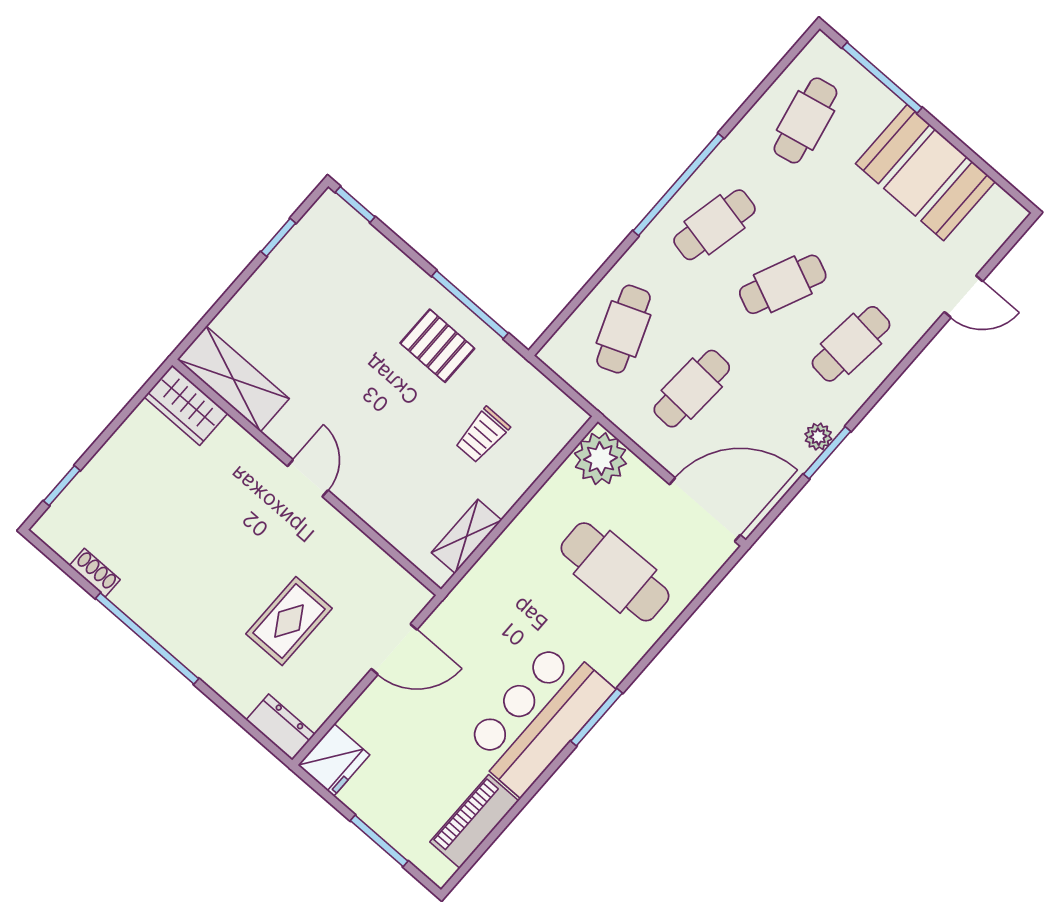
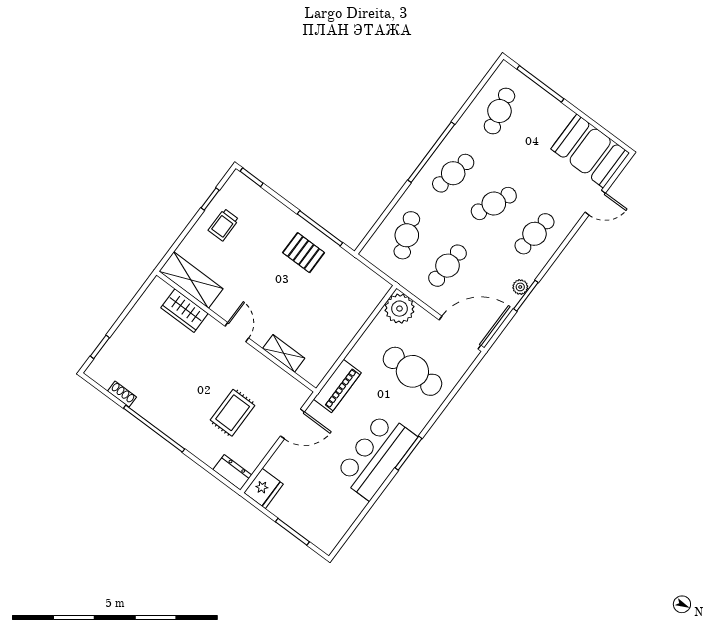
booth: (925, 173) -> (590, 151), moved
wardrobe: (186, 405) -> (184, 311), moved
trolley: (482, 435) -> (223, 225), moved
shelving: (467, 536) -> (284, 353), moved, turned 90
piano: (474, 821) -> (337, 386), moved, turned 180

